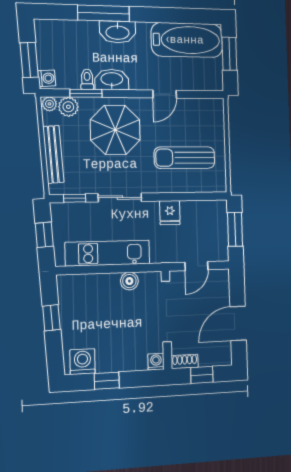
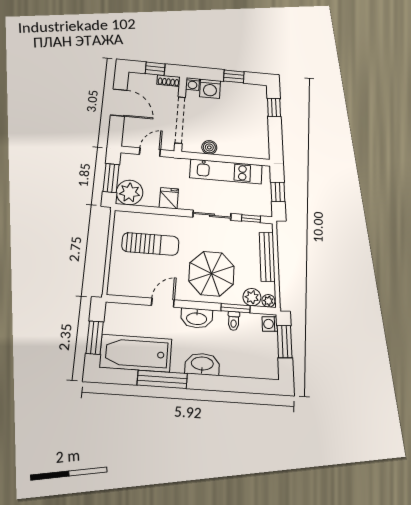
window: (104, 13) -> (162, 379), moved
washbasin: (112, 80) -> (197, 318), moved
plant: (213, 215) -> (130, 192), added
window: (51, 318) -> (274, 107), moved
door: (238, 323) -> (119, 103), hinge flipped
washing machine: (82, 362) -> (210, 89), moved

